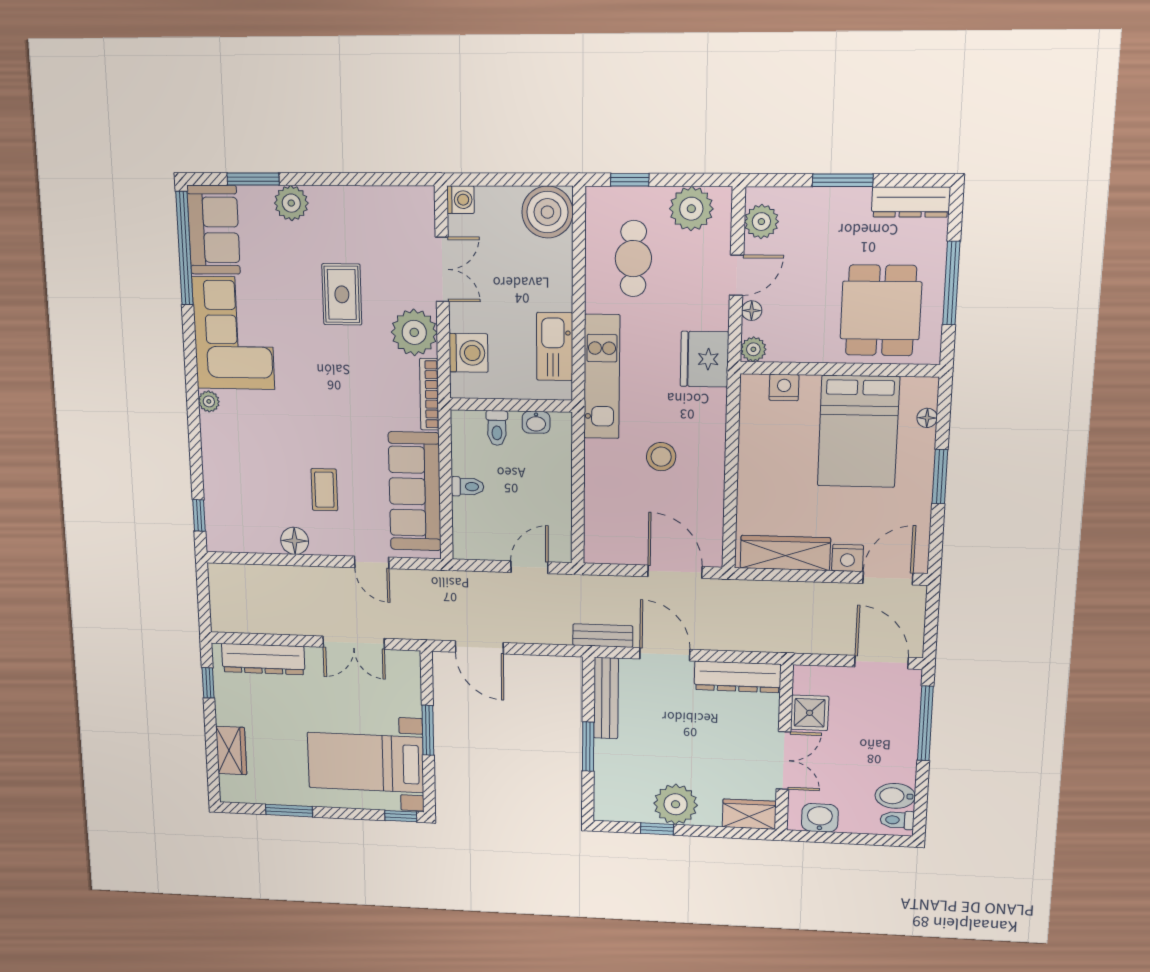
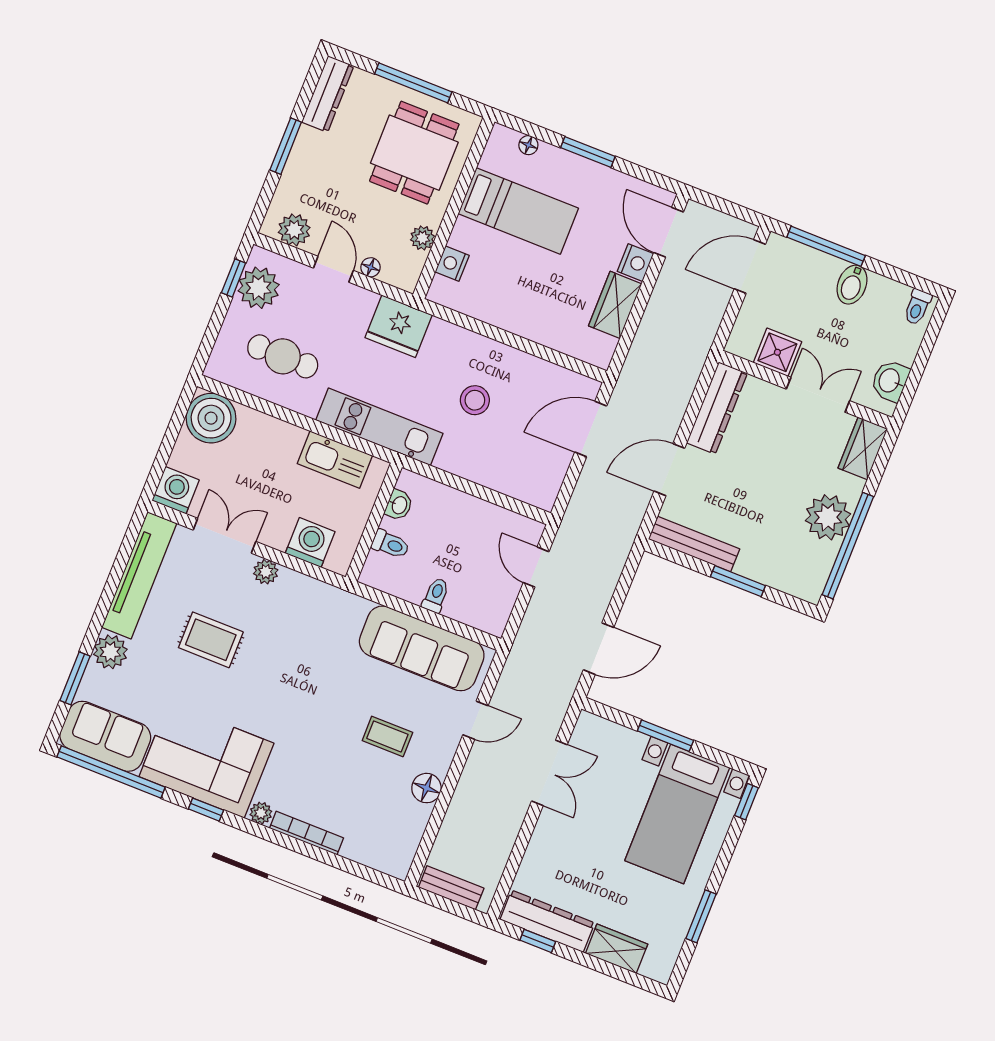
window: (630, 180) -> (234, 278), moved
washing machine: (460, 200) -> (176, 490), width x1.38, depth x1.38
tv unit: (373, 202) -> (139, 575), added
dining table: (881, 310) -> (414, 153), turned 90
plant: (414, 332) -> (266, 572), width x0.53, depth x0.53
plant: (753, 349) -> (422, 238), moved
bookcase: (429, 394) -> (306, 833), moved, turned 180
bed: (858, 432) -> (518, 211), width x0.67
window: (199, 515) -> (206, 810), moved
wardrobe: (785, 553) -> (615, 305), width x0.67
bench: (603, 636) -> (451, 888), moved, turned 90
dresser: (263, 659) -> (547, 921), moved, turned -90
bidet: (895, 796) -> (852, 285), moved
window: (657, 829) -> (848, 546), width x3.17

